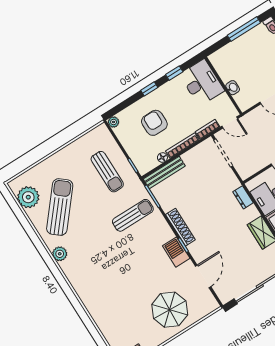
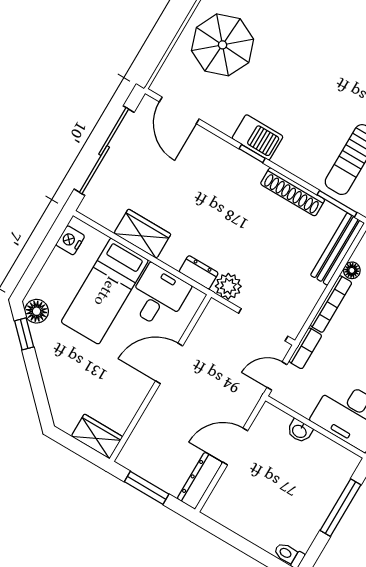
window: (244, 29) -> (341, 508), moved
plant: (231, 182) -> (228, 286), added
shoe rack: (180, 227) -> (293, 192), moved
door: (203, 276) -> (179, 110), moved

